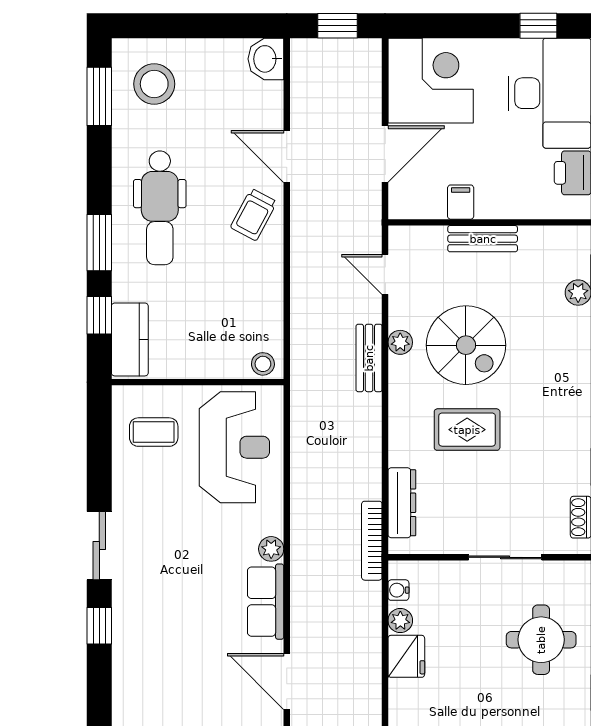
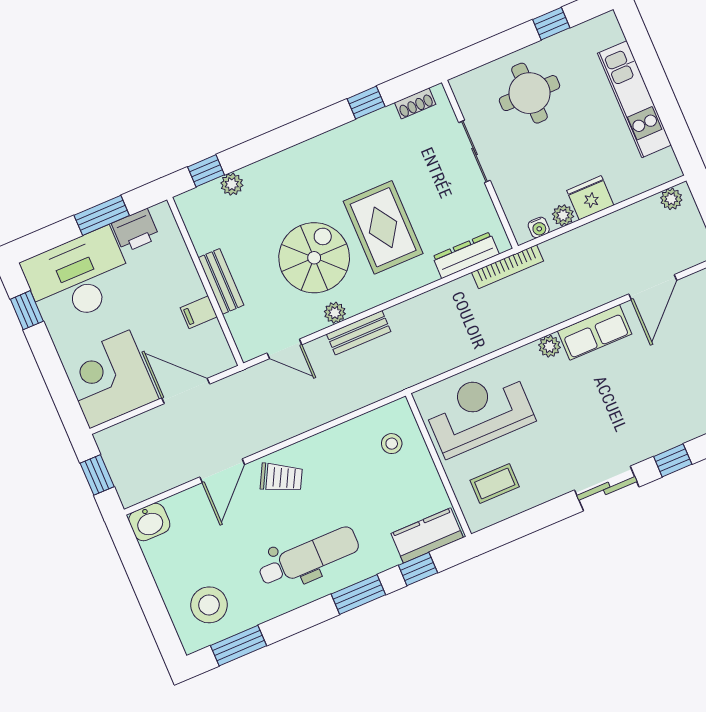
door: (385, 274) -> (284, 349), hinge flipped
stool: (263, 364) -> (392, 444), moved
rug: (467, 430) -> (383, 227), width x1.36, depth x1.43
coffee table: (154, 432) -> (495, 483), turned 90

